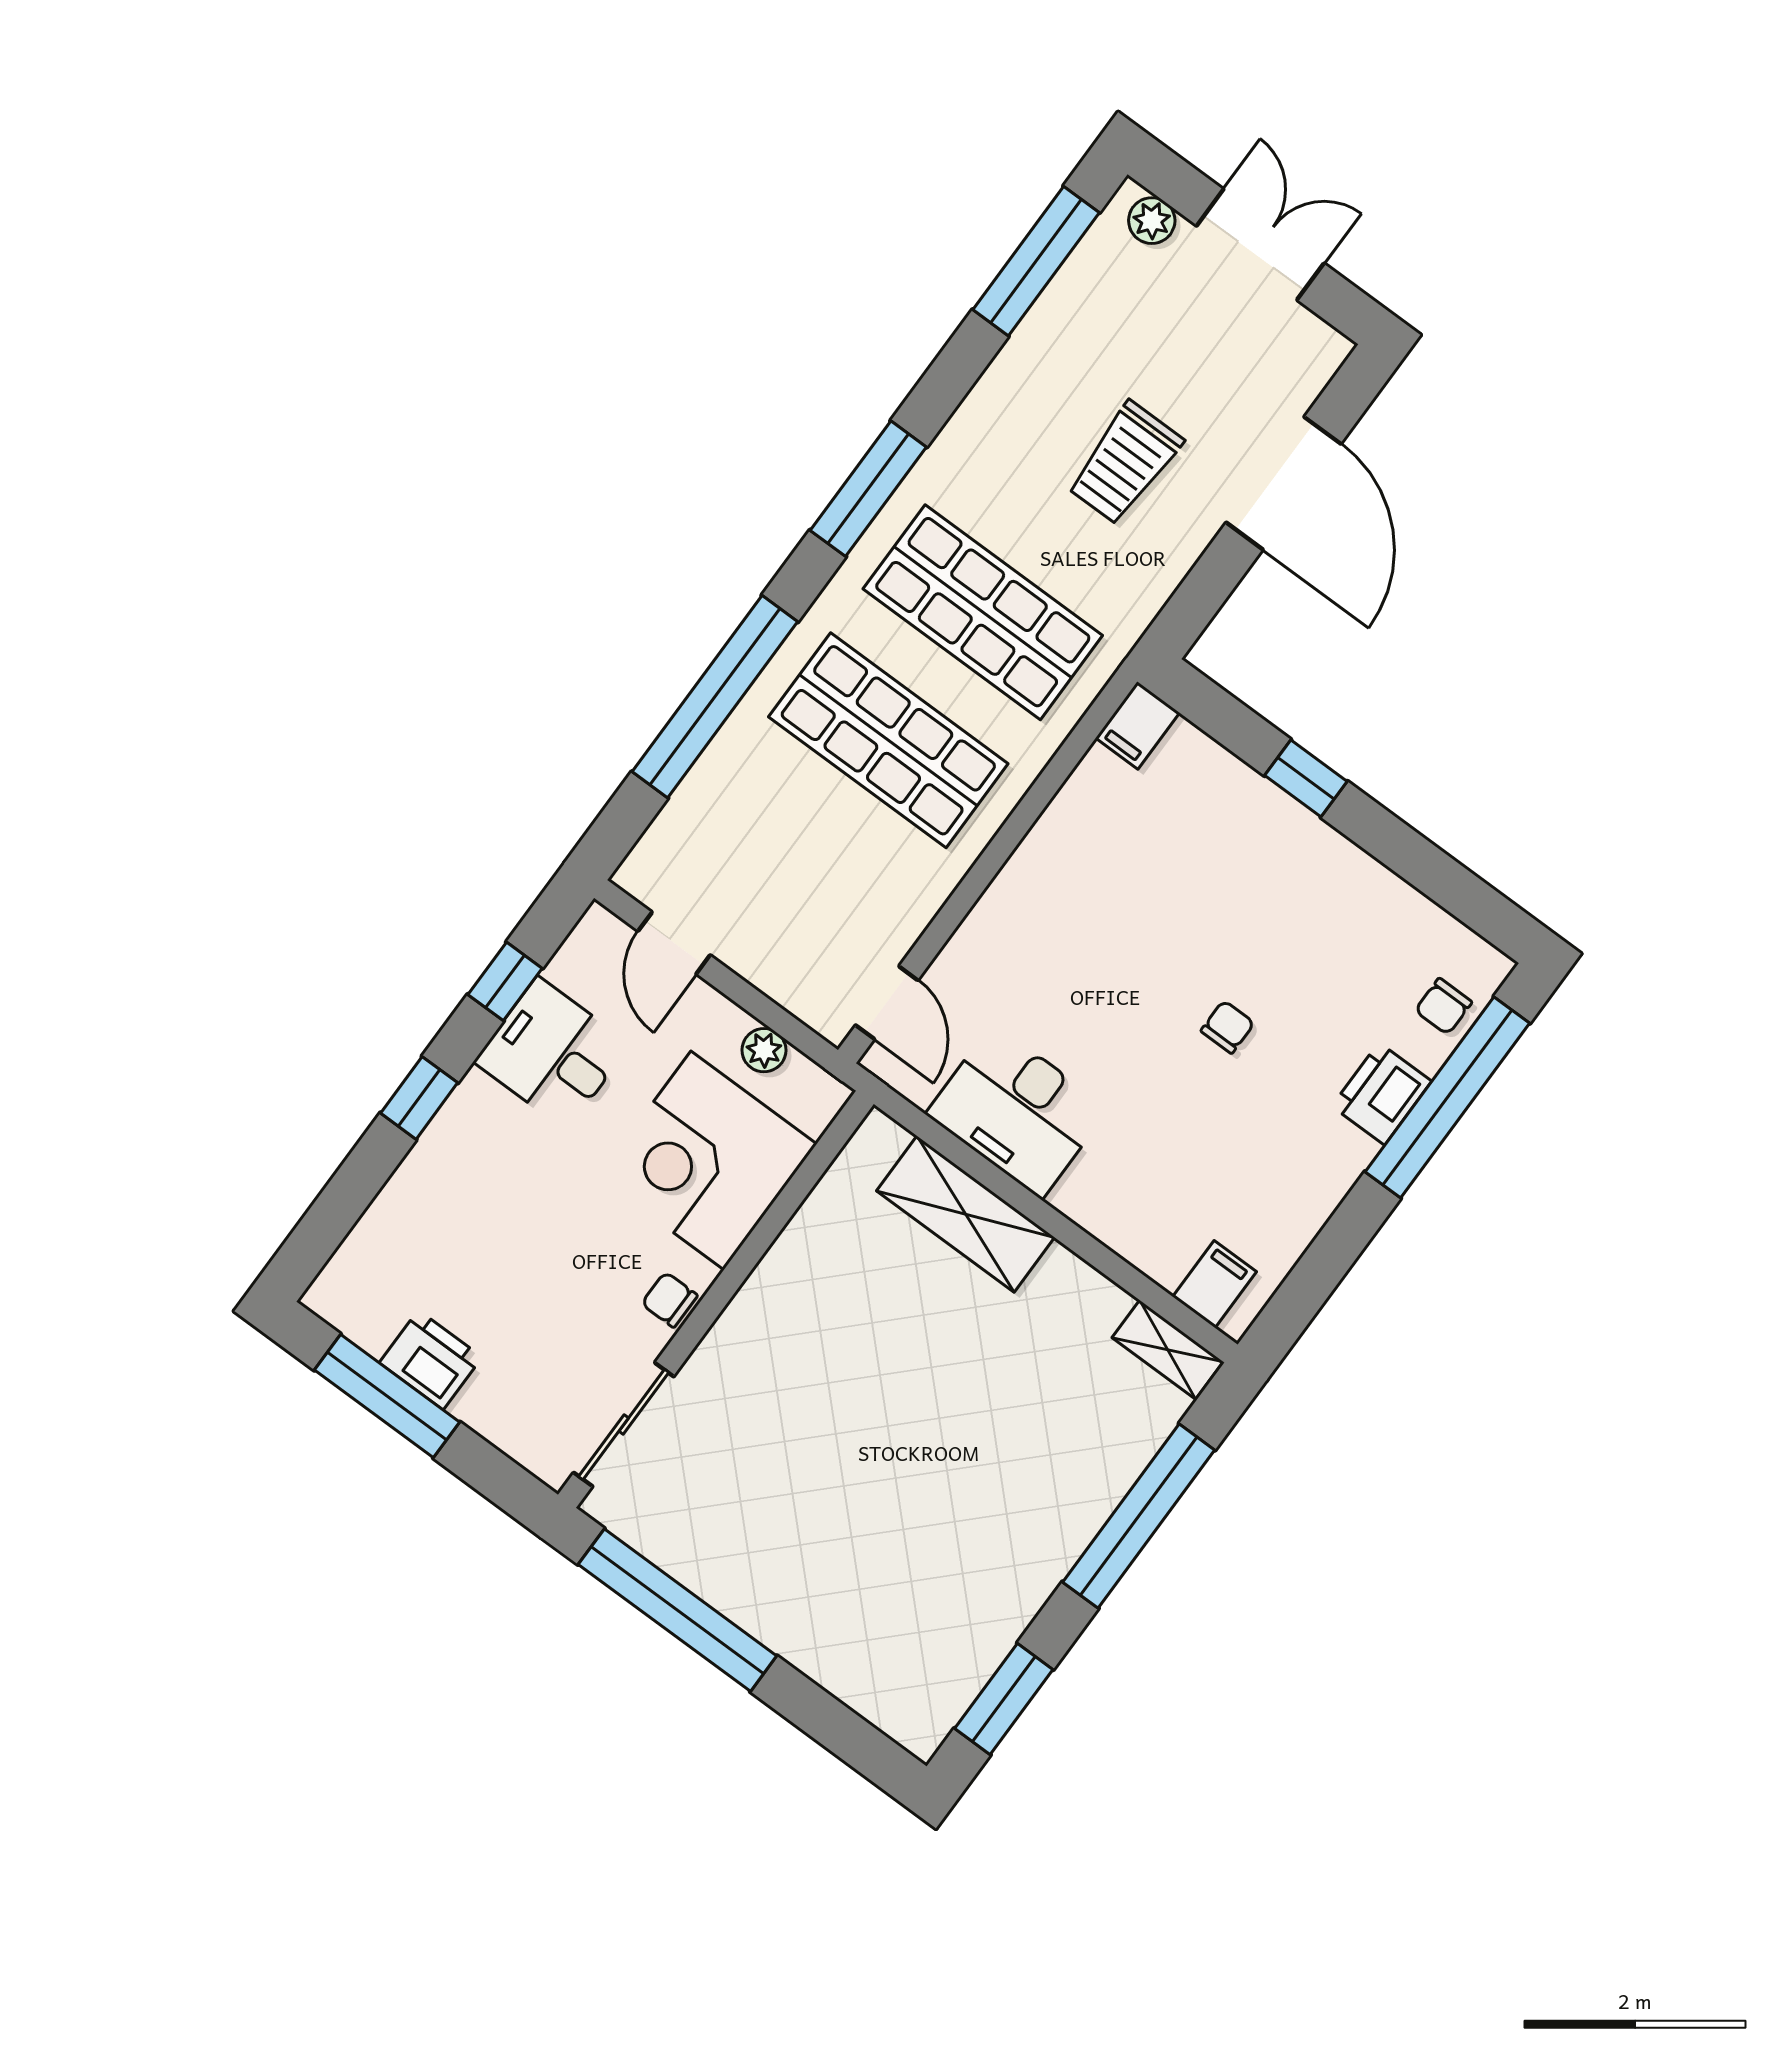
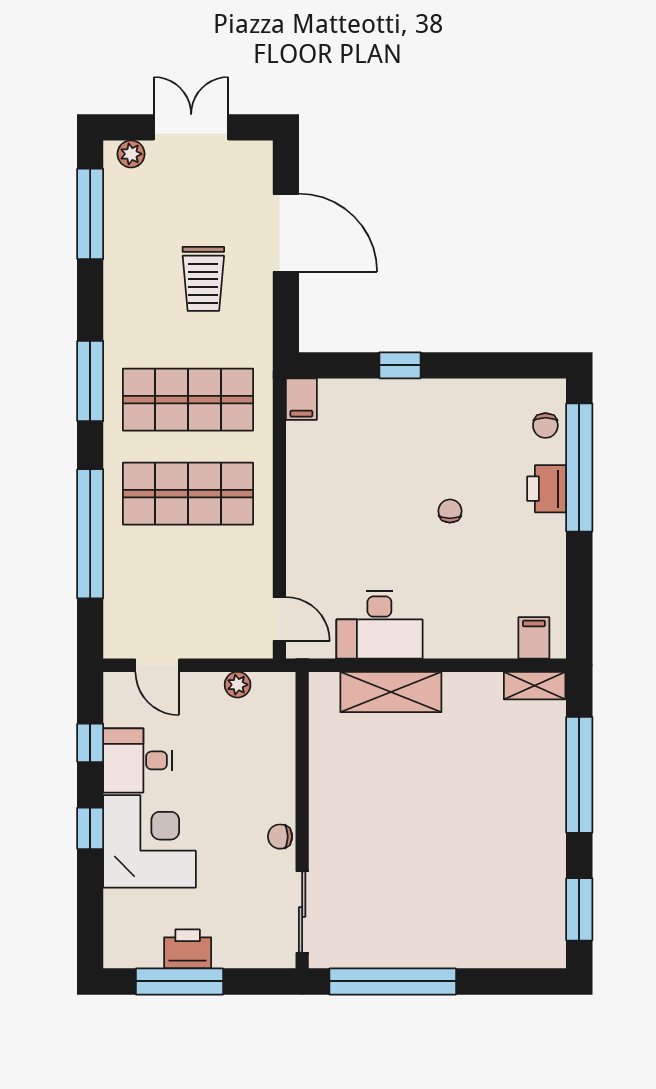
corner desk: (707, 1160) -> (150, 841), moved, turned 180

